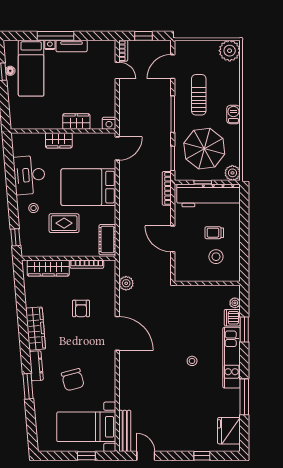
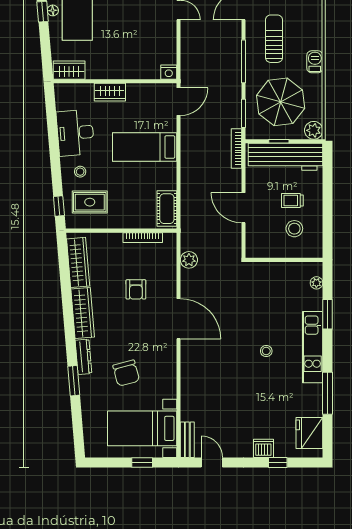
wardrobe: (76, 122) -> (69, 70), moved
bed: (88, 187) -> (145, 147), width x0.67
rug: (64, 223) -> (90, 202), moved
wardrobe: (48, 268) -> (78, 262), moved, turned -95
dishwasher: (232, 318) -> (263, 448), moved, turned 90
bench: (125, 431) -> (187, 440), width x0.73

